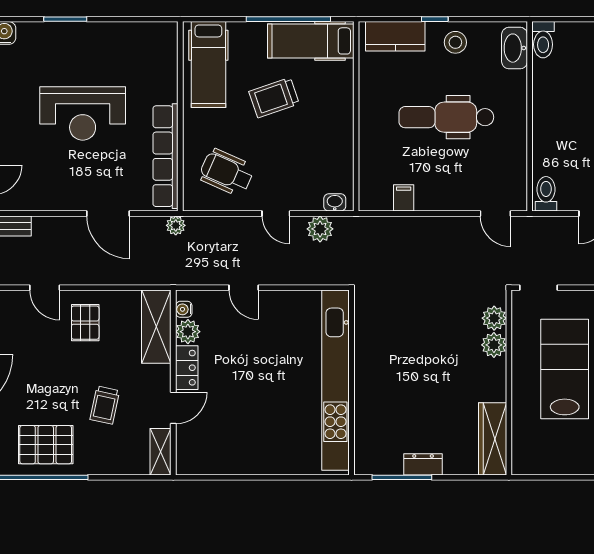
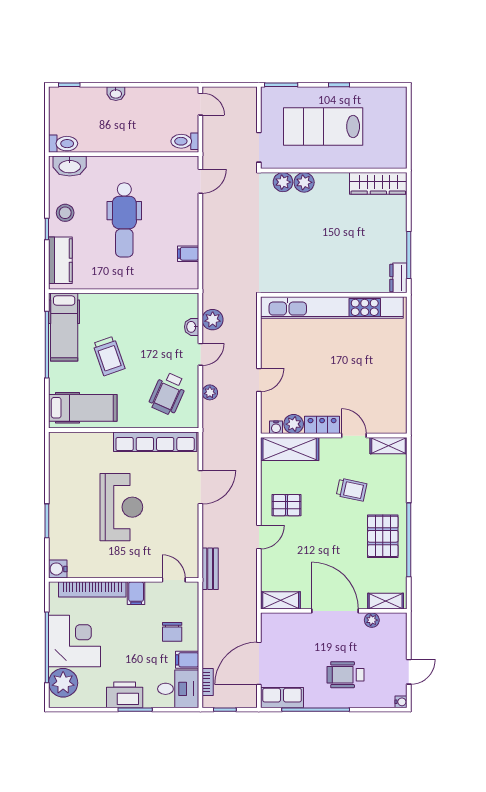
washbasin: (335, 202) -> (192, 327), moved
plant: (176, 225) -> (210, 392), moved
dresser: (423, 464) -> (398, 278), moved

